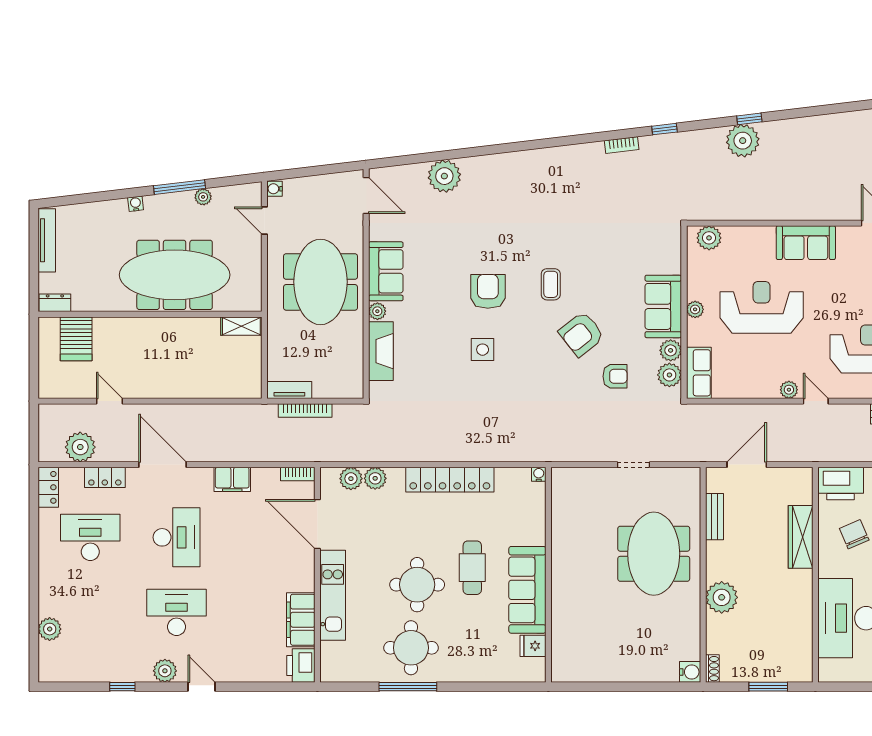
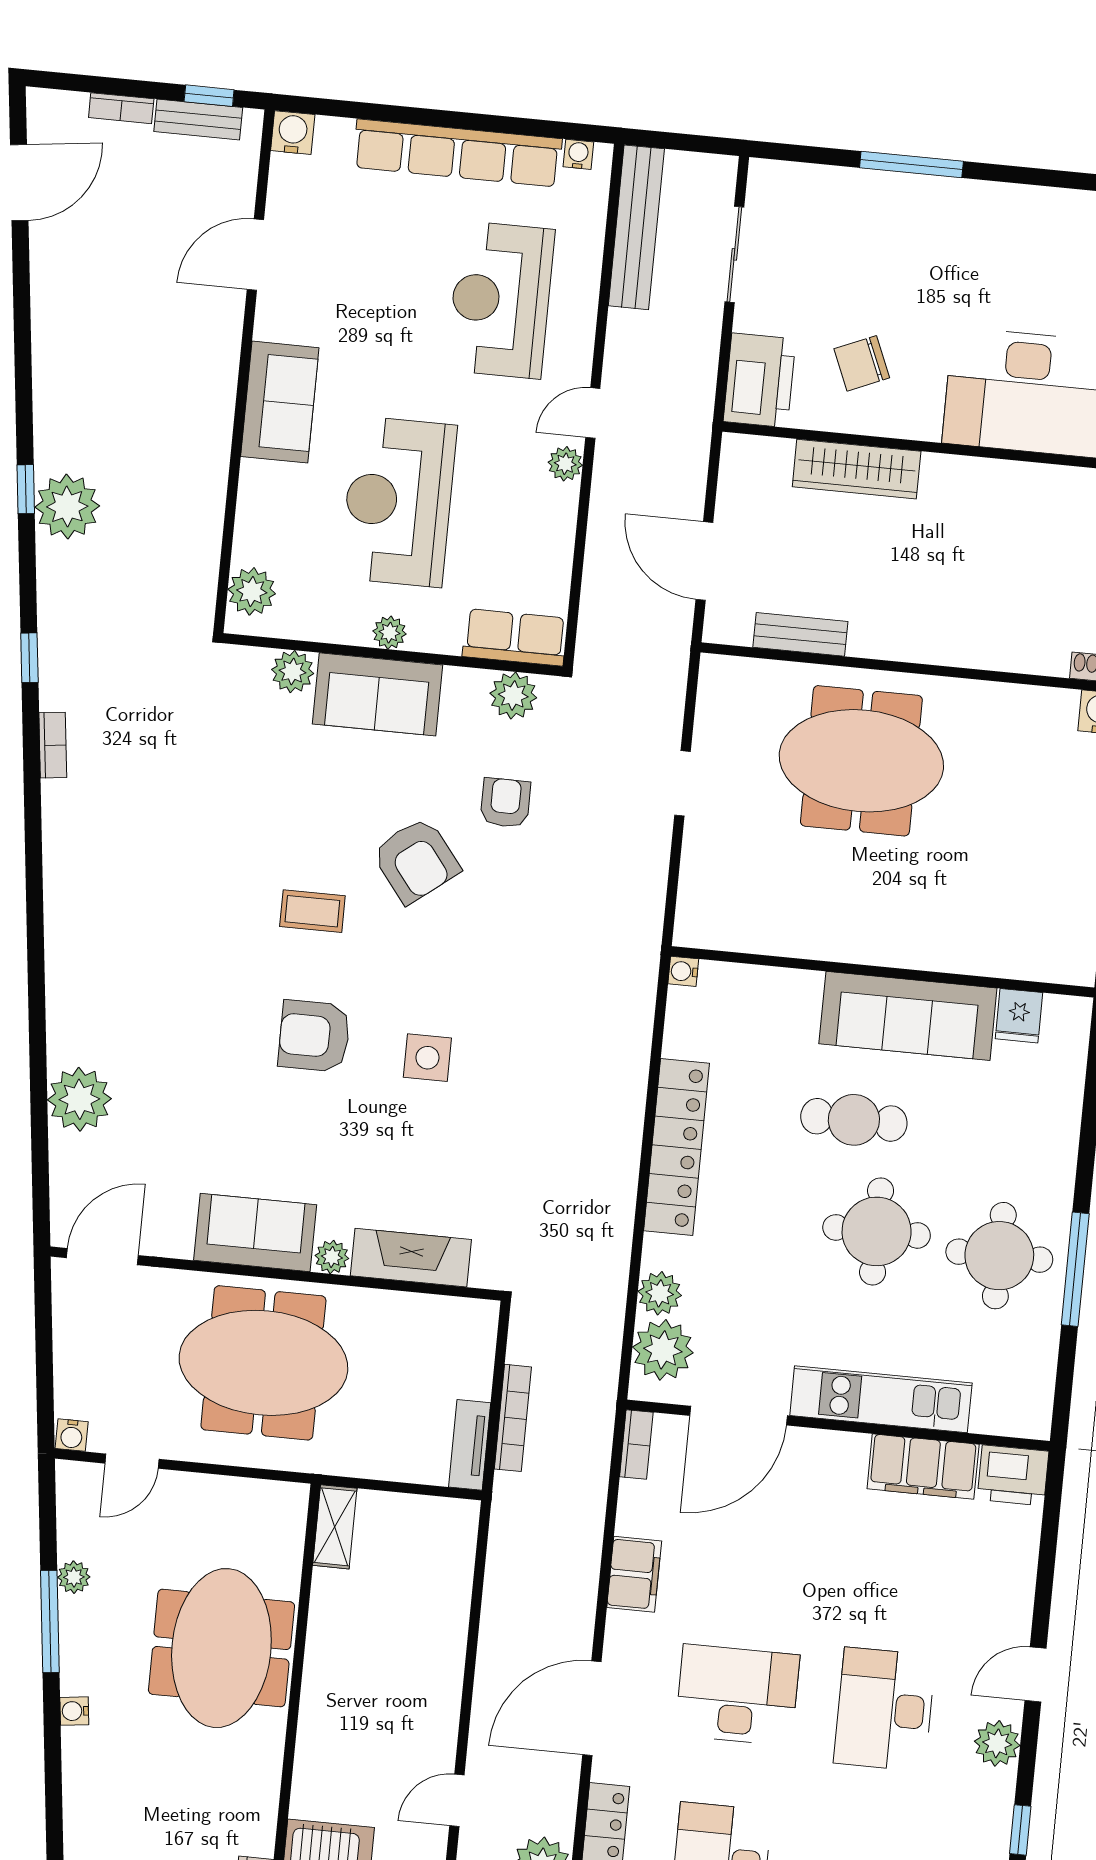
meeting table: (175, 275) -> (221, 1648), width x0.73
plant: (671, 350) -> (293, 672), moved
plant: (351, 479) -> (663, 1350), width x1.36, depth x1.36
plant: (722, 597) -> (960, 636), removed

